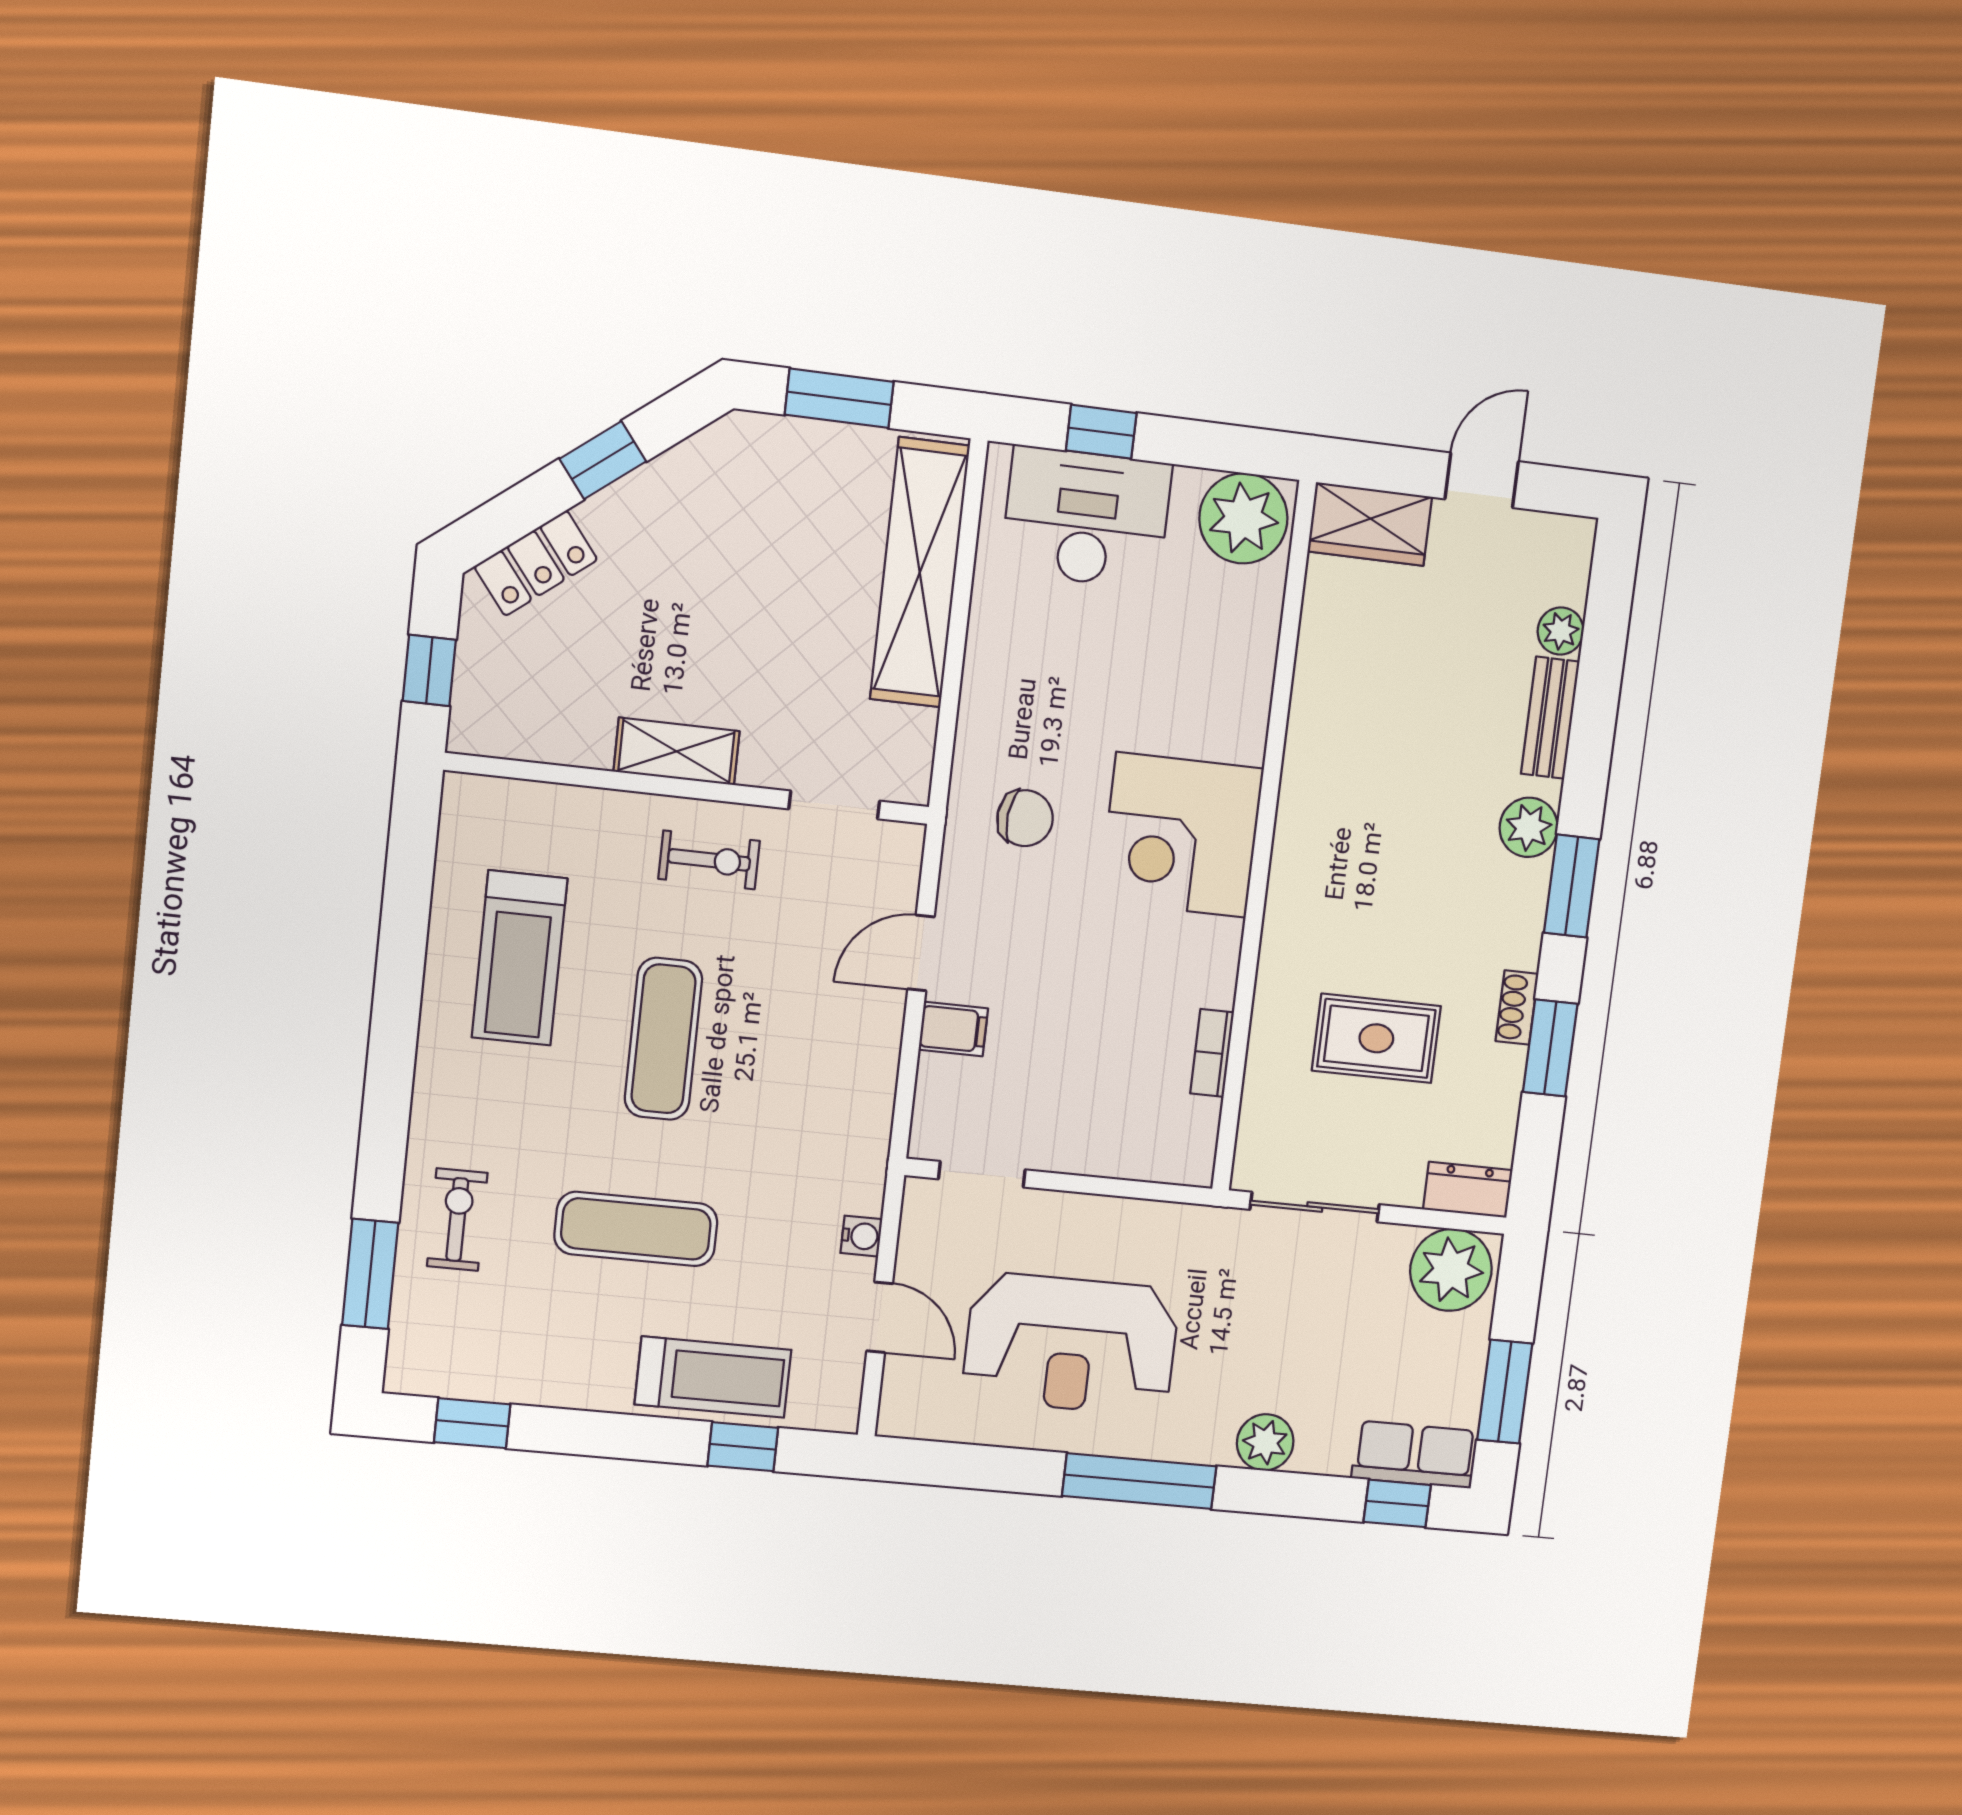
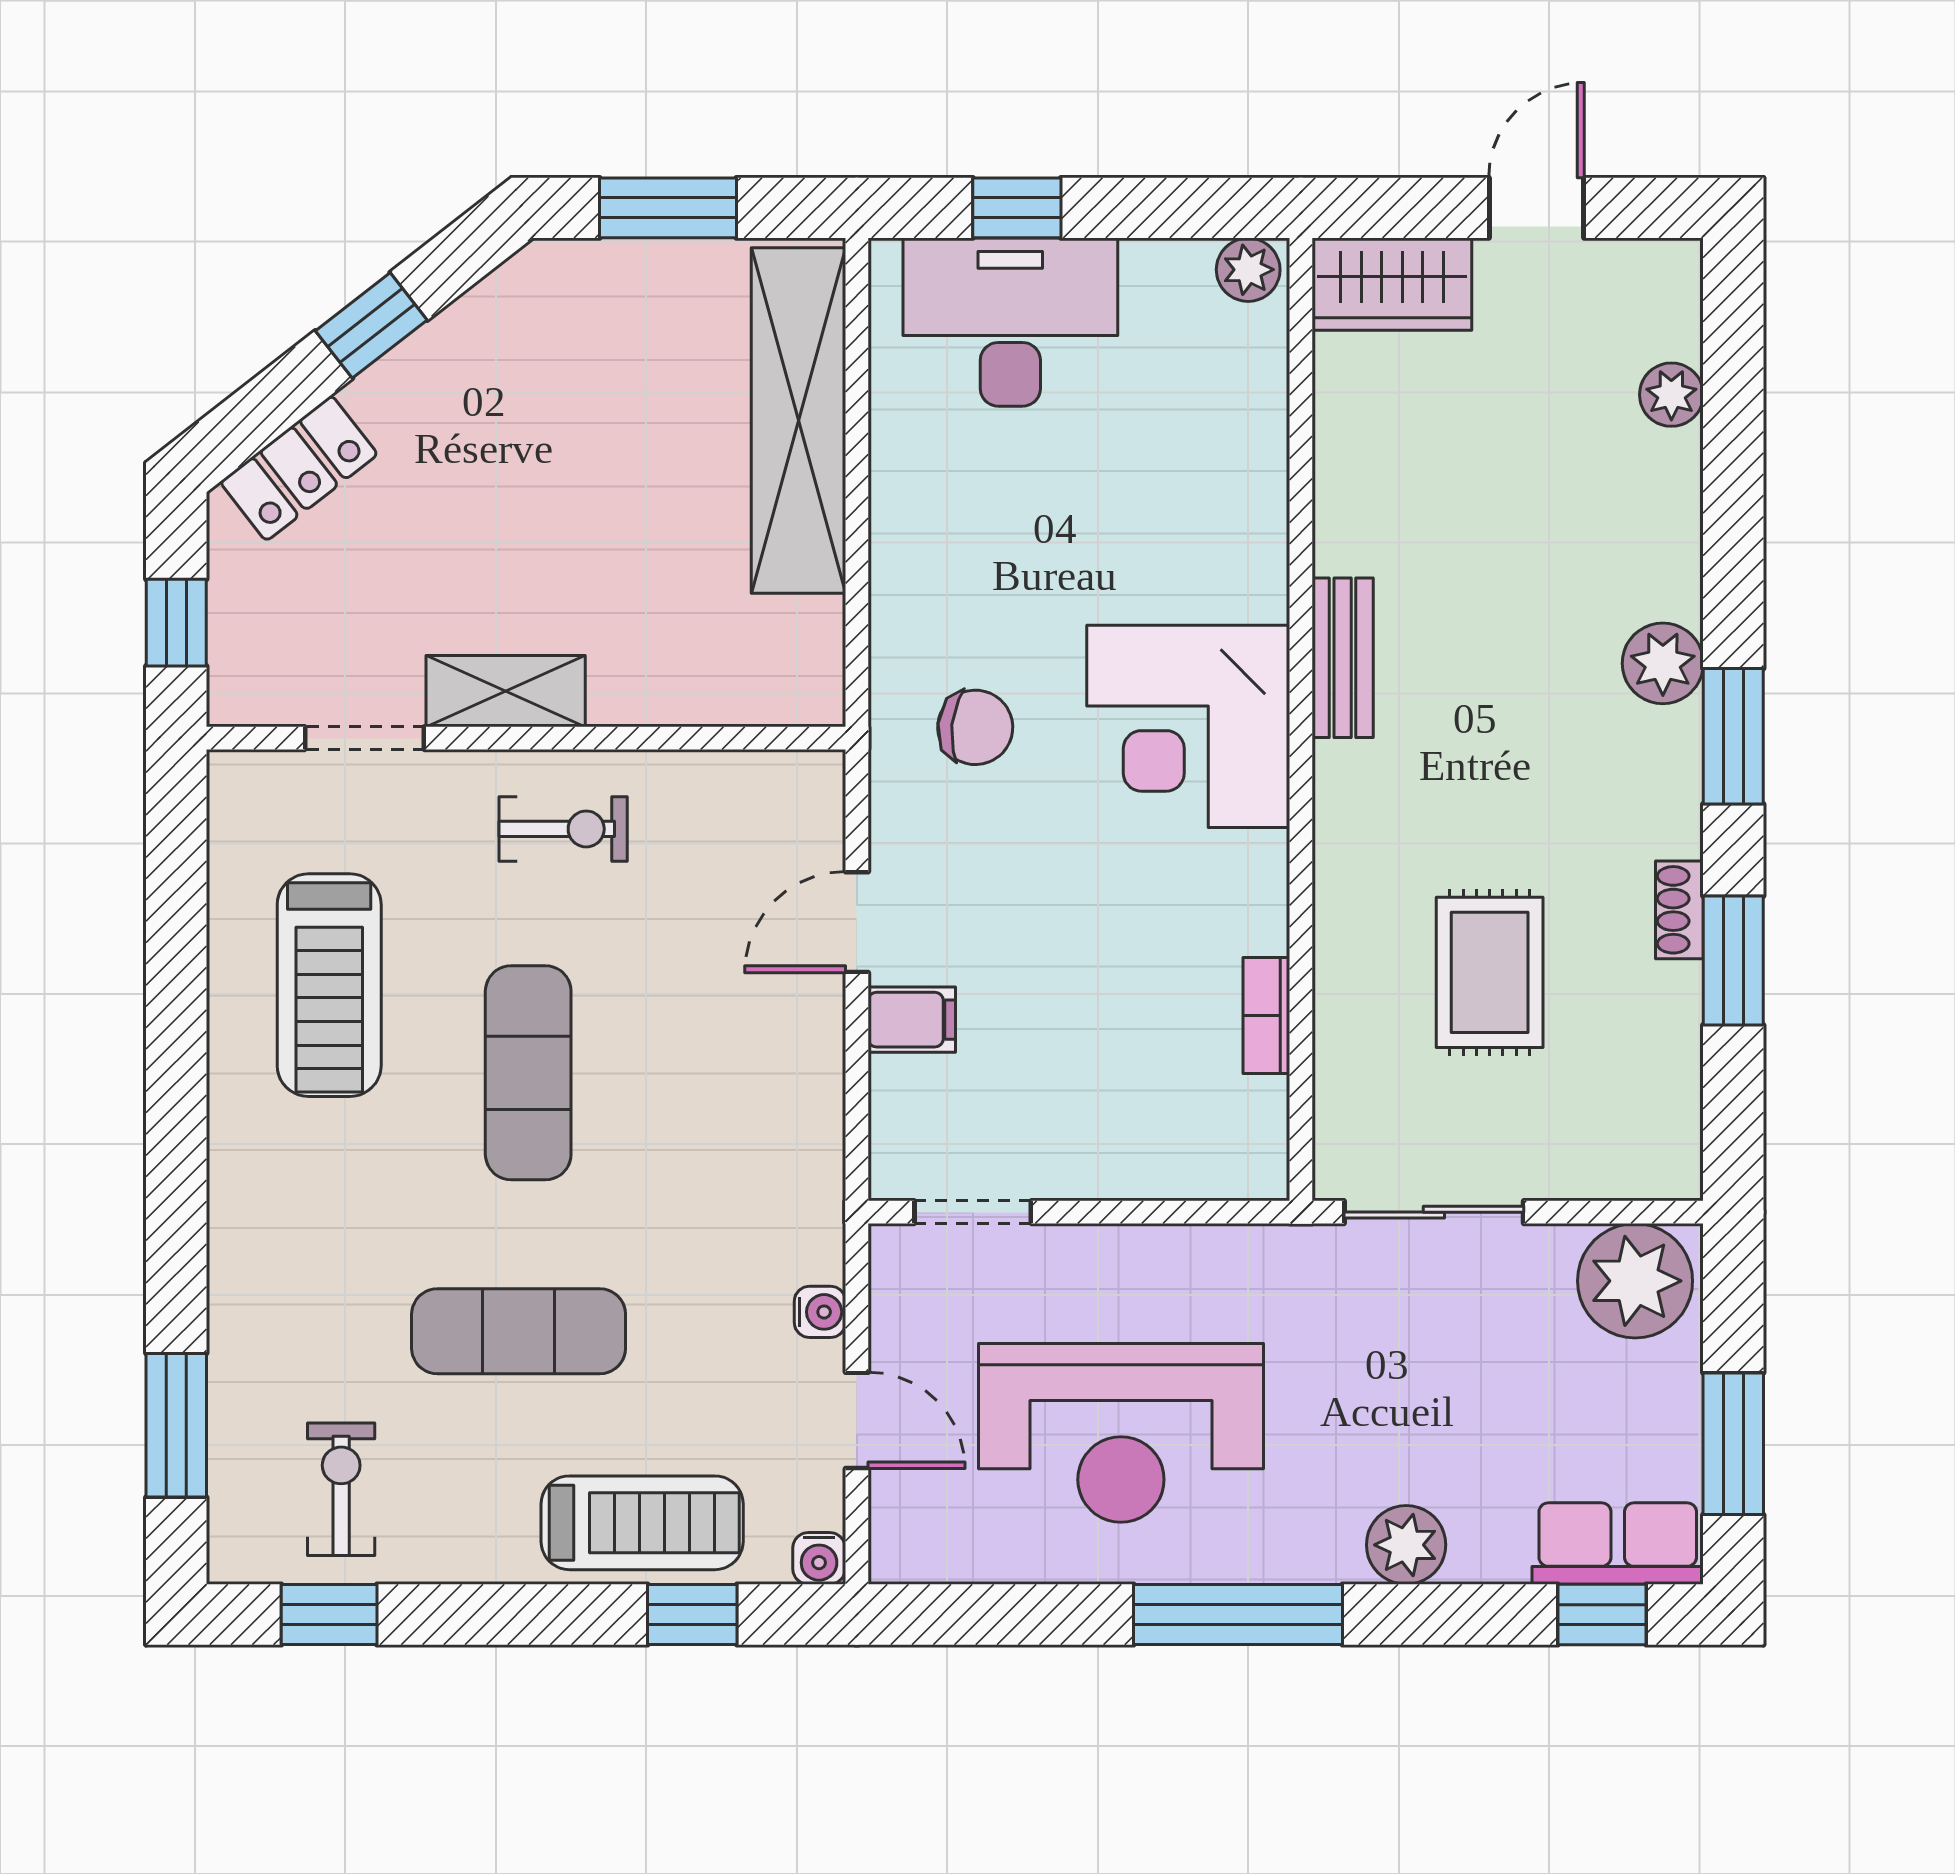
plant: (1243, 518) -> (1248, 270), width x0.53, depth x0.53
bench: (1550, 718) -> (1343, 658), moved
doorway: (834, 805) -> (365, 738), moved
rug: (1376, 1038) -> (1490, 972), turned 90
dresser: (1468, 1190) -> (1644, 1167), removed
exercise bike: (457, 1220) -> (341, 1489), moved
water cooler: (841, 1414) -> (819, 1558), added

